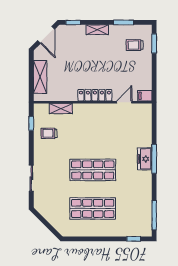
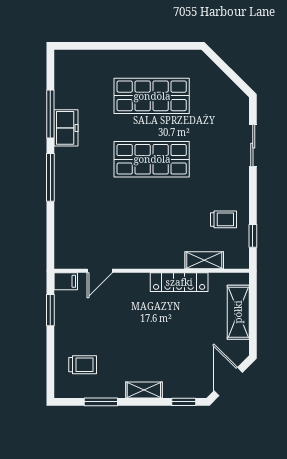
window: (154, 44) -> (50, 310), moved
locker: (95, 95) -> (179, 282), moved
freezer: (145, 159) -> (66, 128), moved
window: (154, 215) -> (50, 114), moved
window: (134, 239) -> (84, 46), removed

